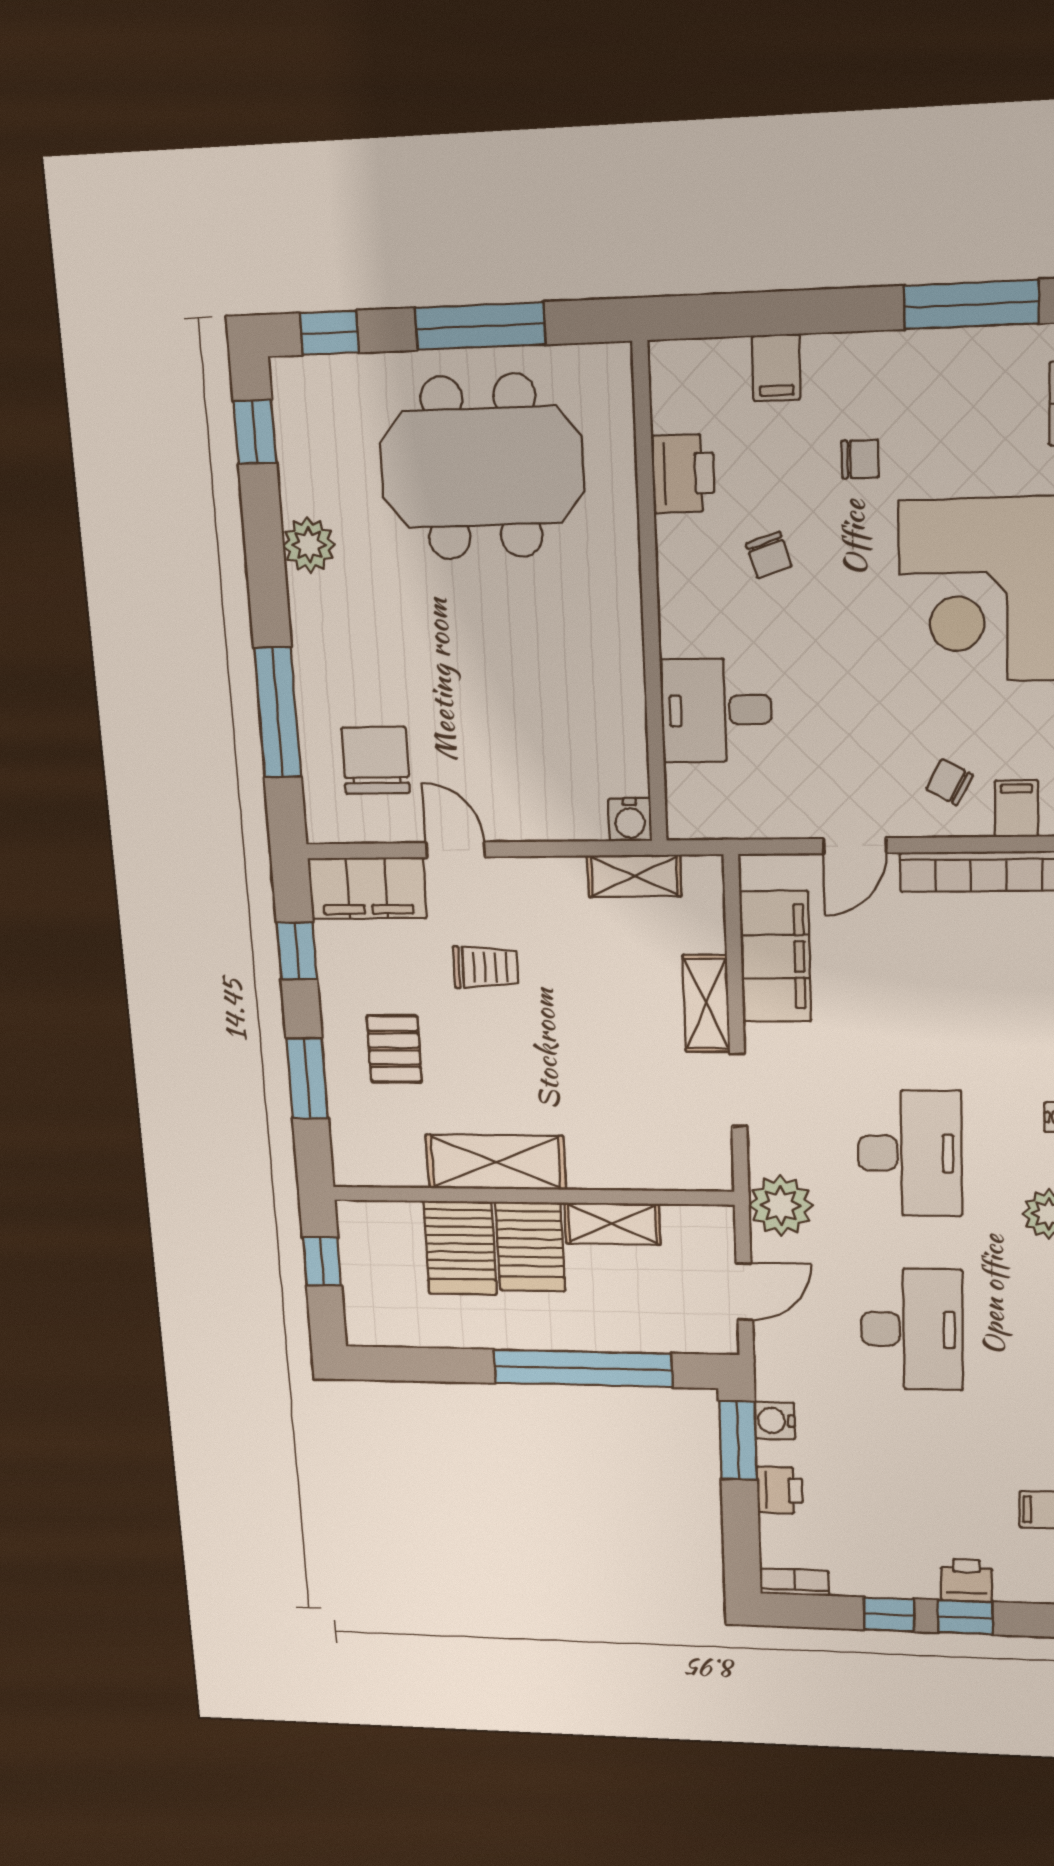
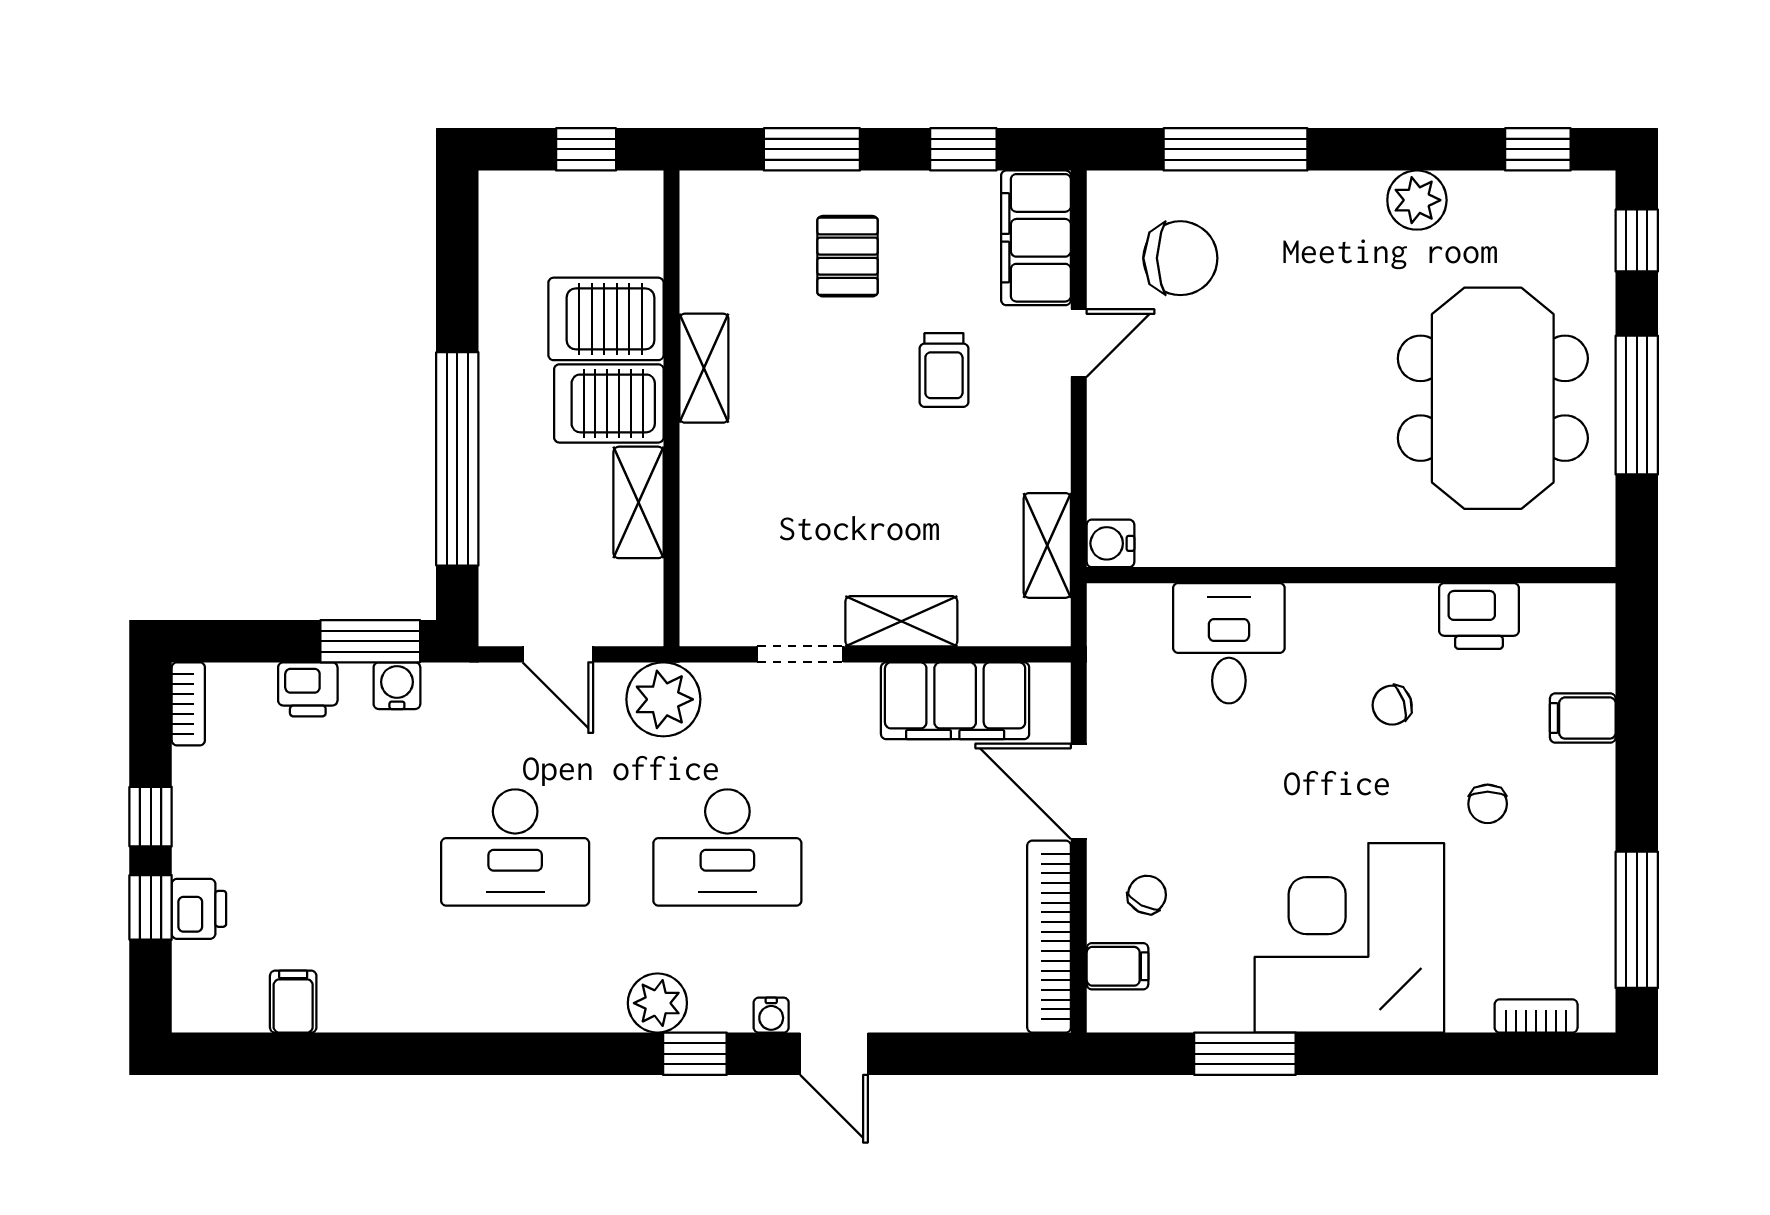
door: (855, 846) -> (1079, 791), width x1.38
pallet: (394, 1049) -> (848, 256), turned 90
shelving: (496, 1162) -> (704, 368), width x0.67, depth x0.75

